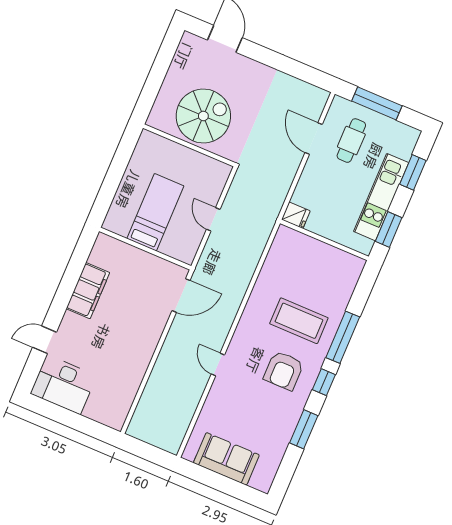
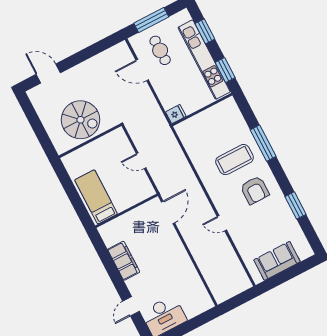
spiral stairs: (203, 116) -> (81, 120), turned 90
kitchen unit: (381, 197) -> (204, 60), width x1.36
bed: (155, 212) -> (96, 197), moved
window: (324, 382) -> (279, 174), removed

